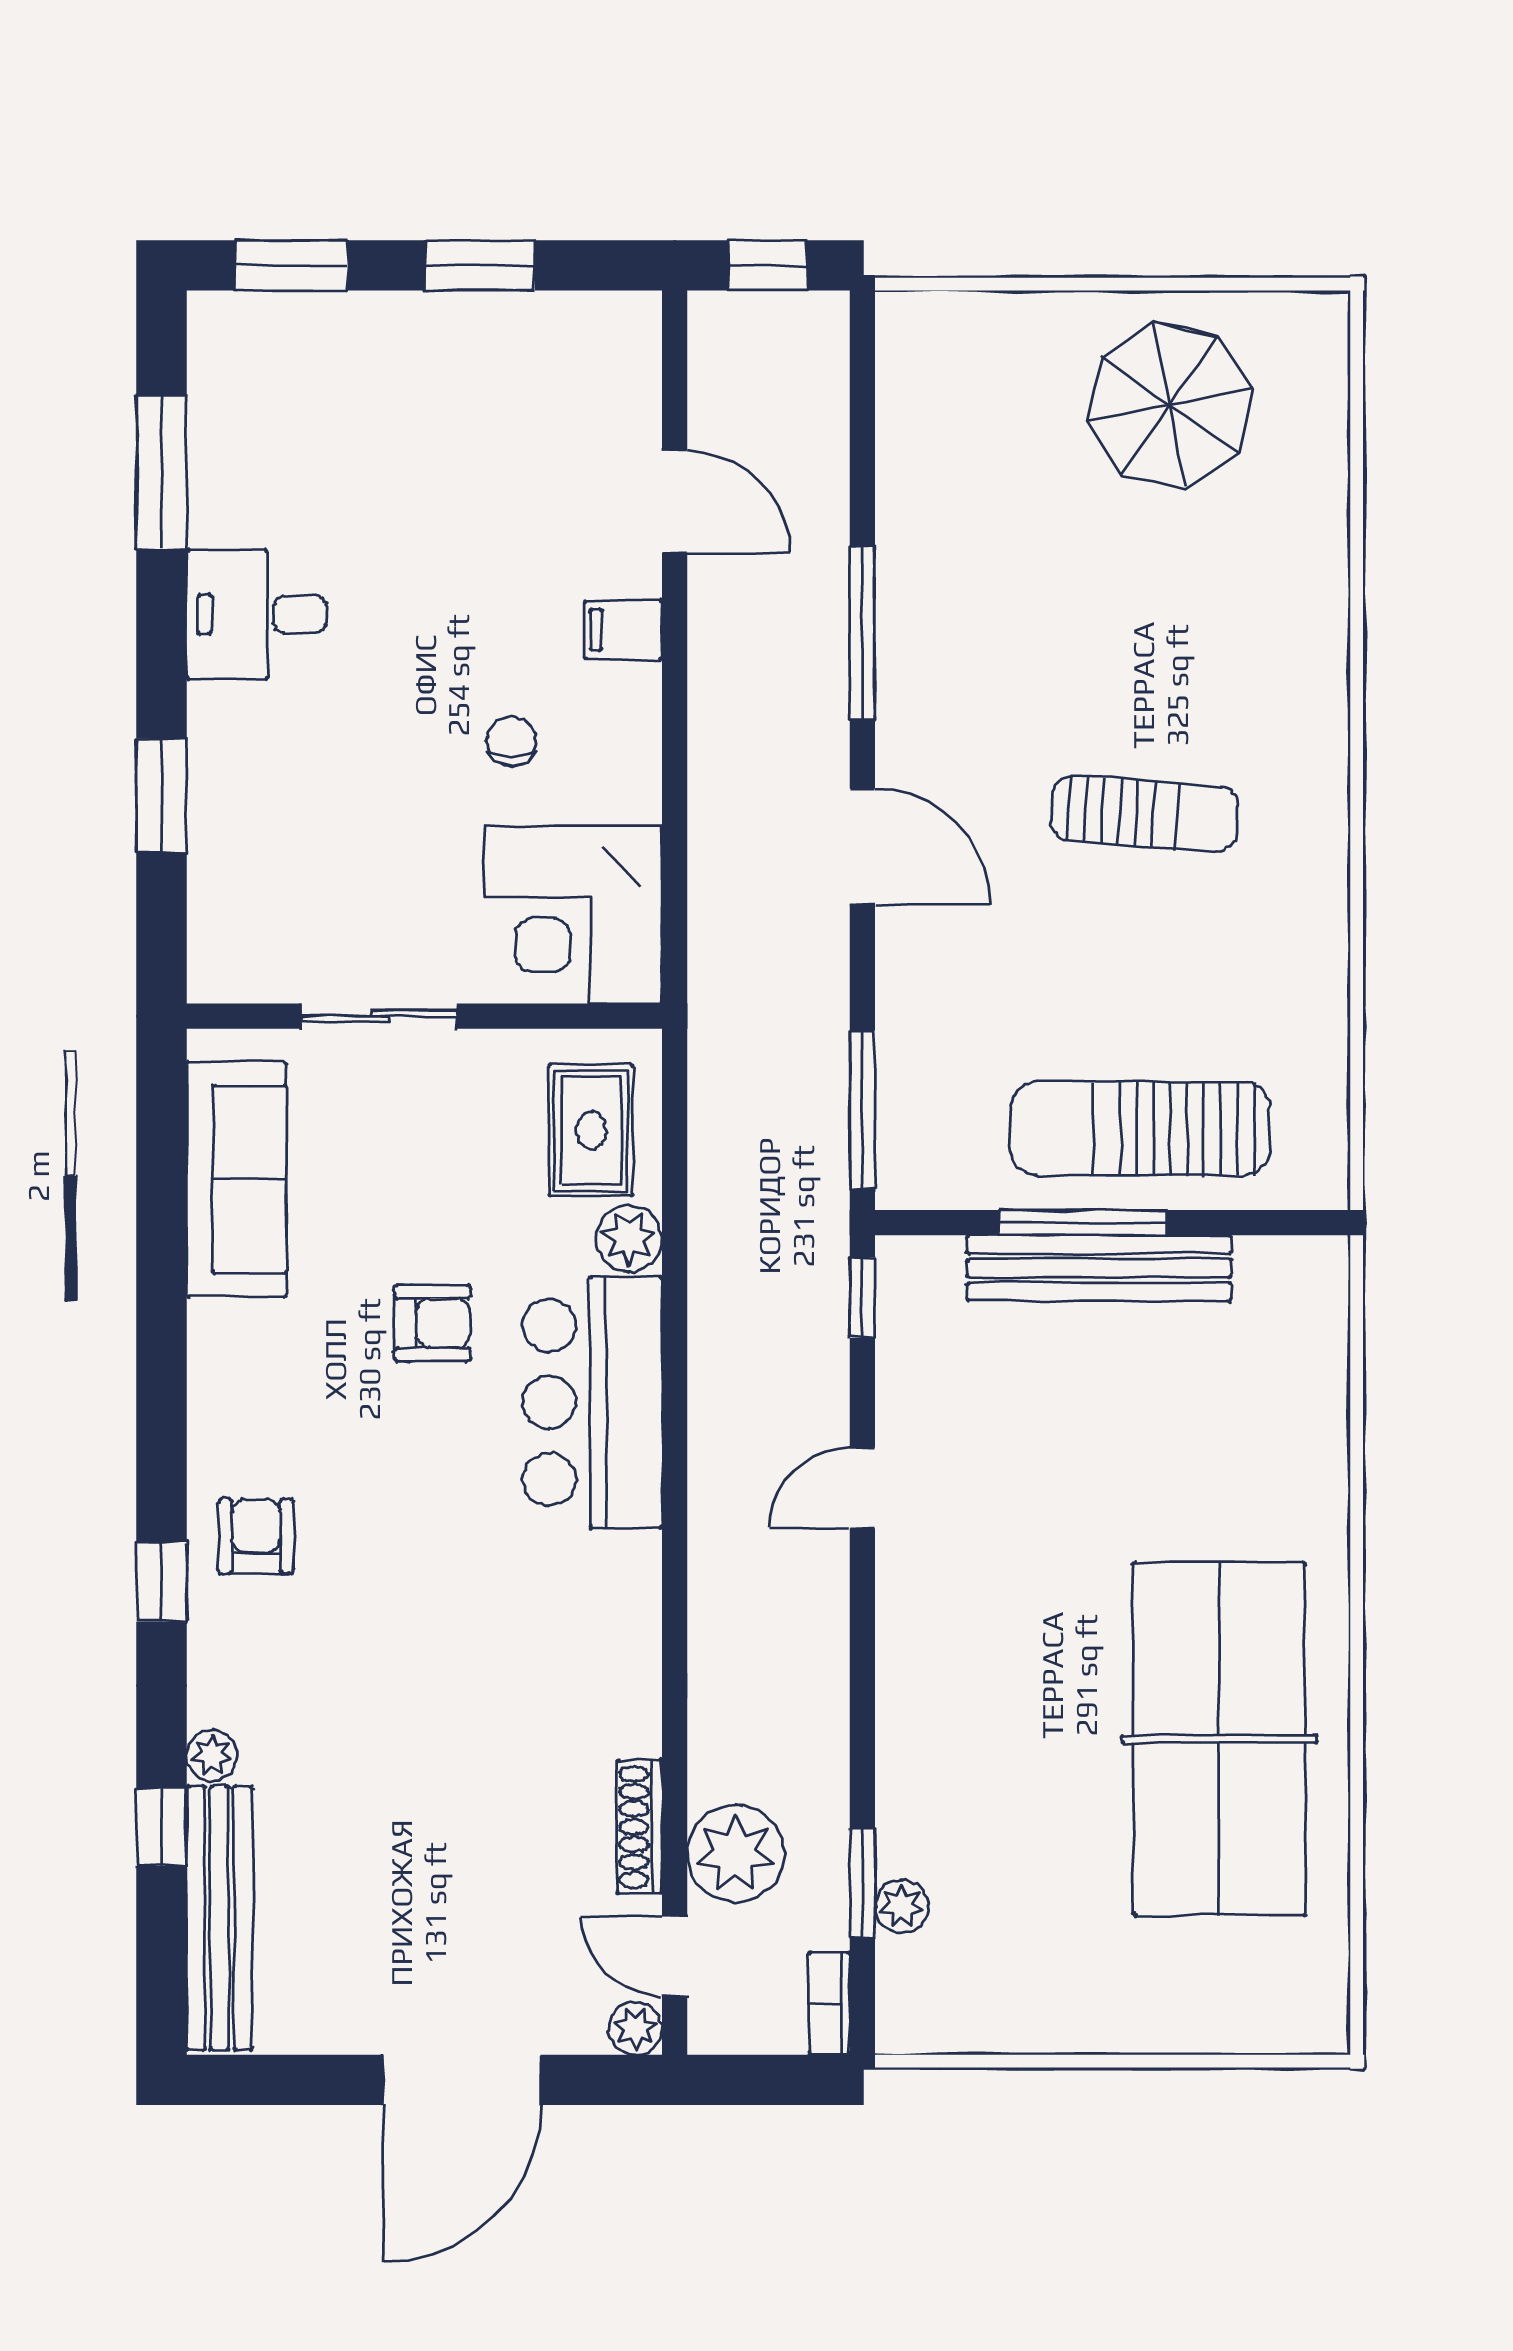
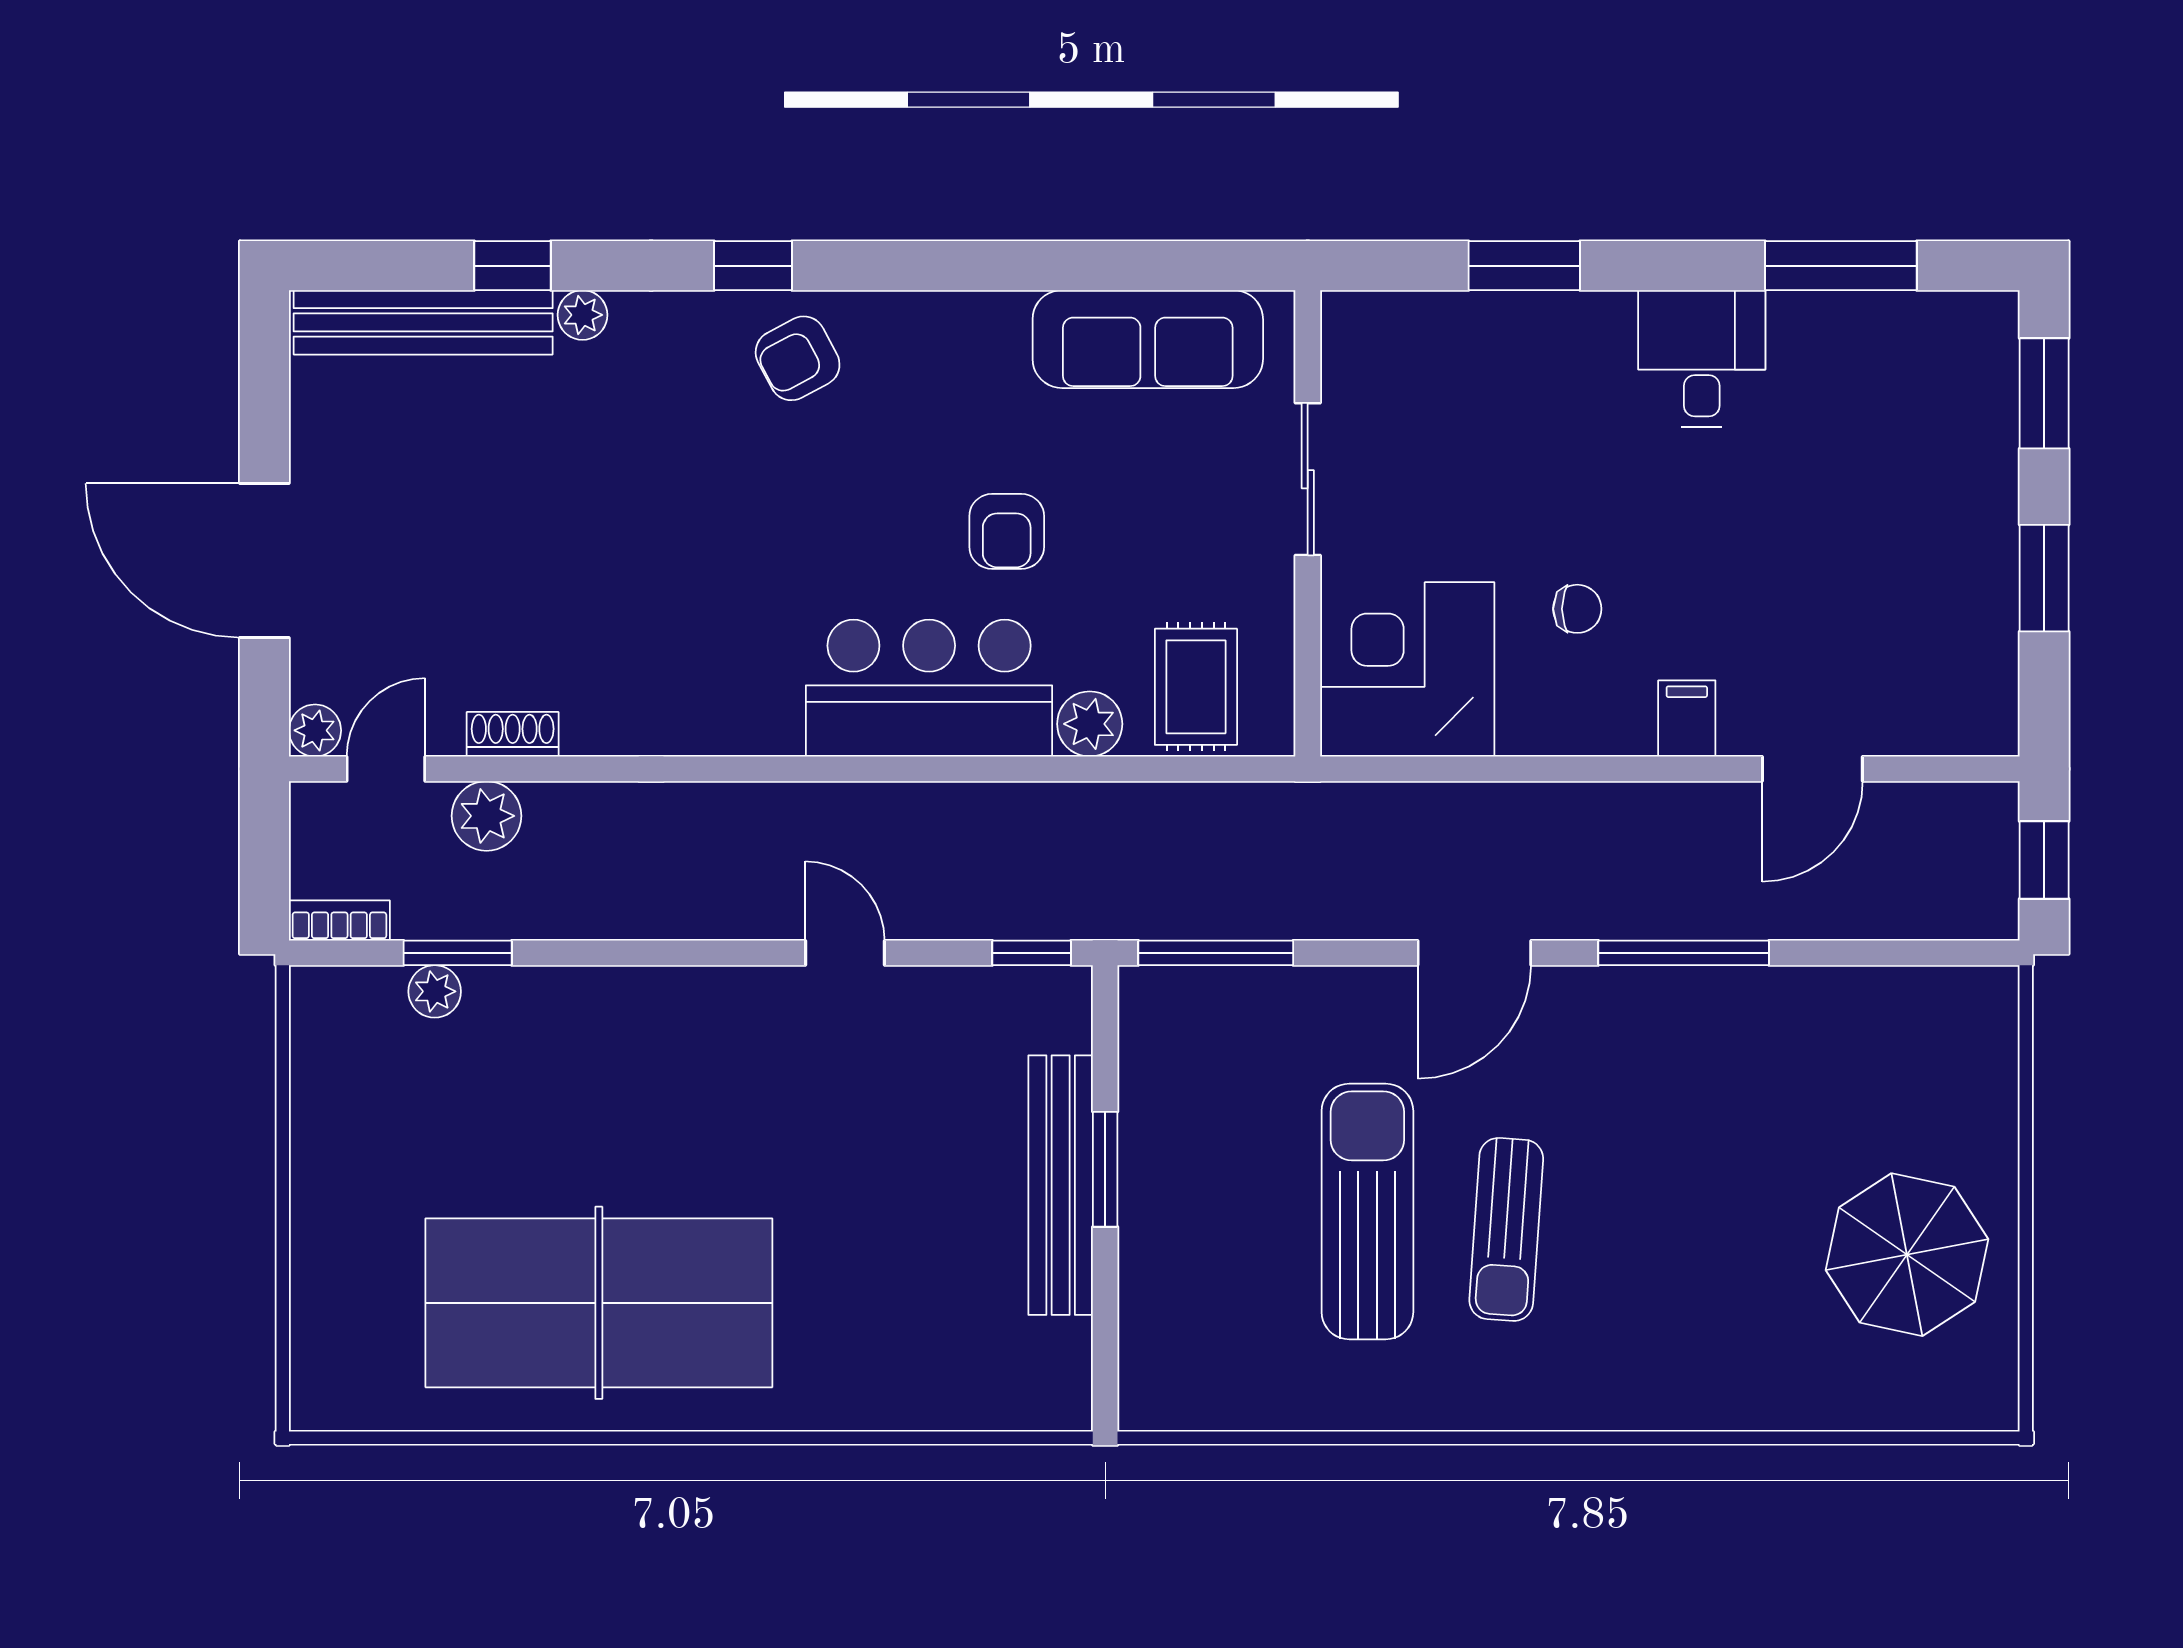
sun lounger: (1140, 1129) -> (1367, 1211), moved
rug: (591, 1130) -> (1196, 687), turned 90
window: (1083, 1223) -> (1105, 1169), width x0.69
armchair: (256, 1536) -> (798, 358), turned 152
shoe rack: (639, 1827) -> (513, 734), width x0.70
plant: (736, 1854) -> (486, 816), width x0.73, depth x0.73

